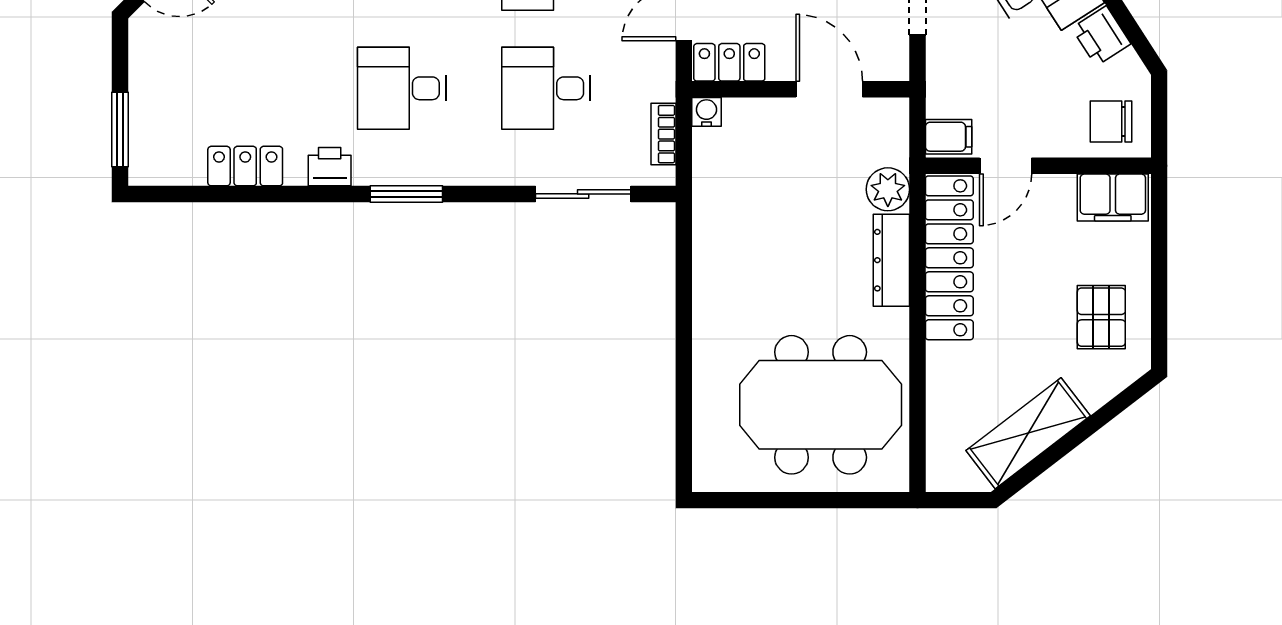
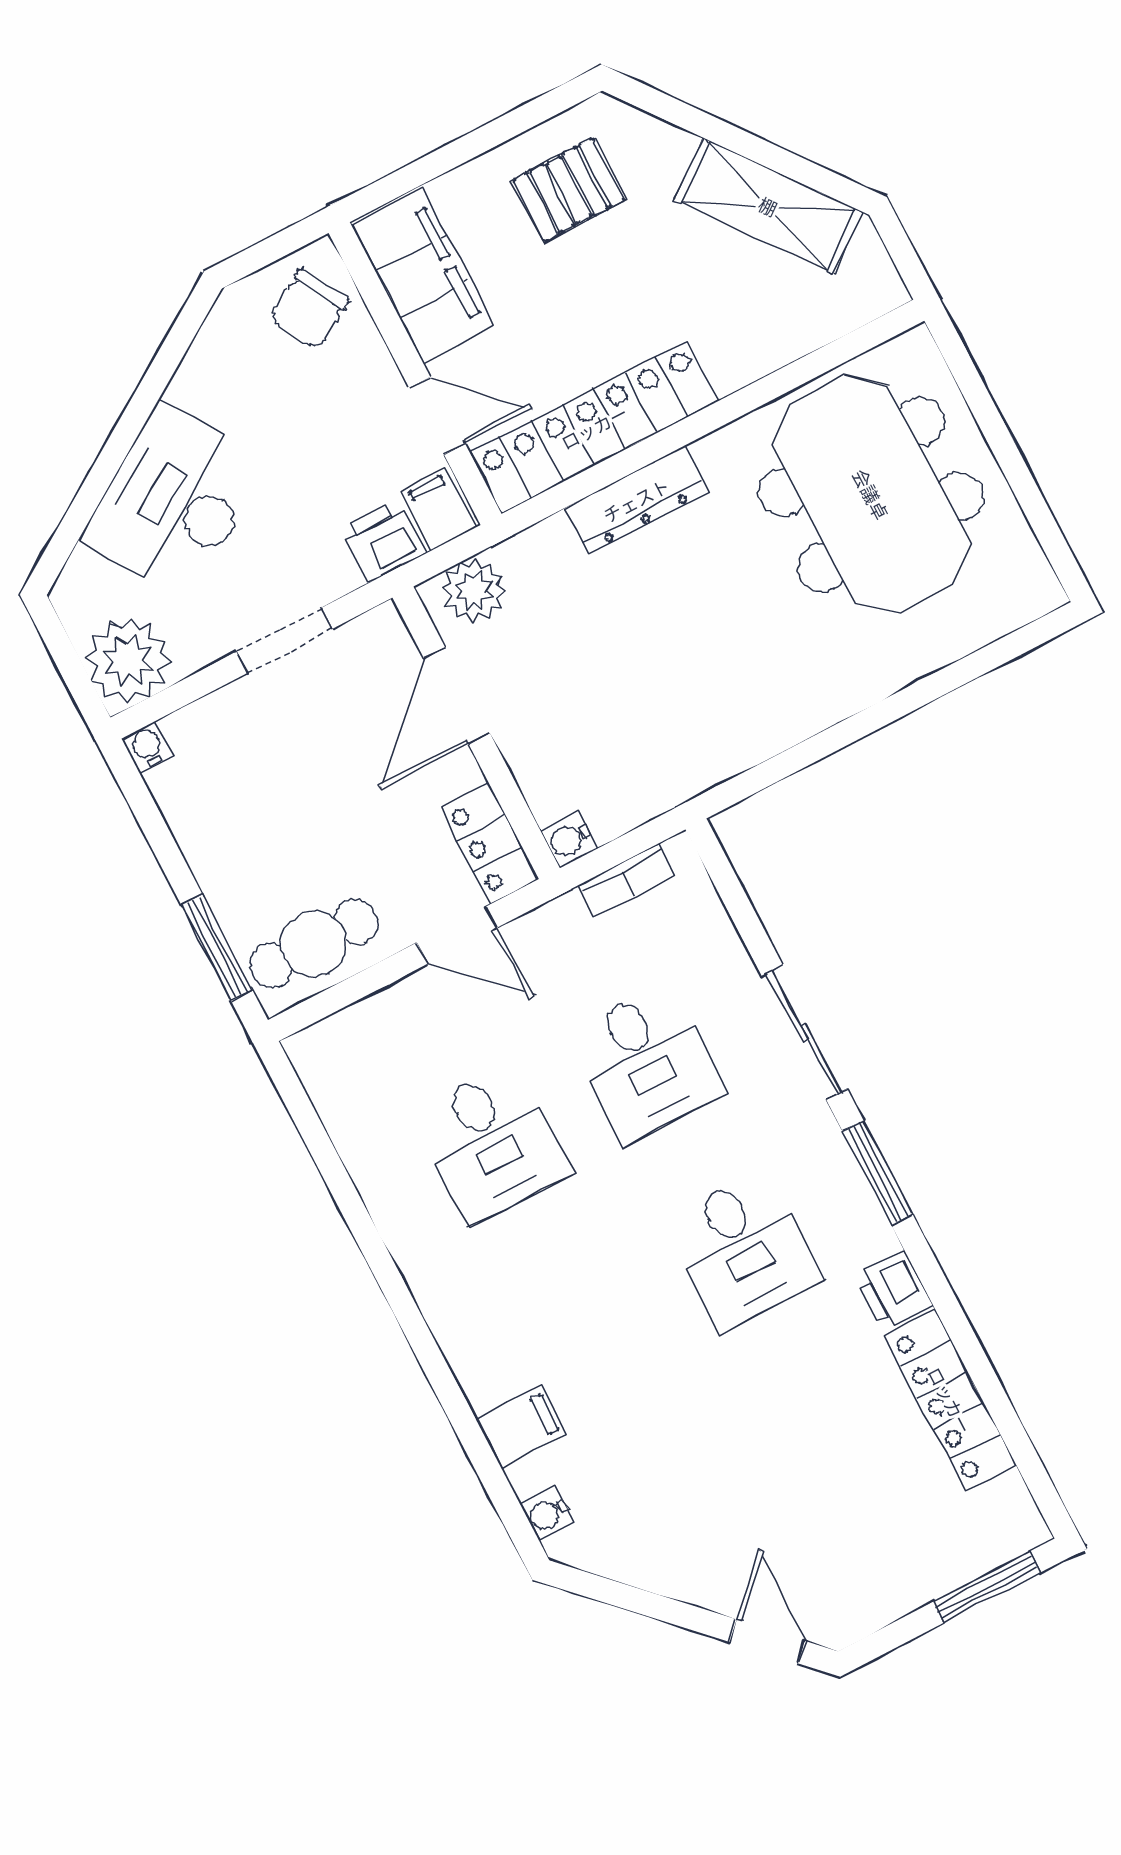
printer: (1101, 36) -> (383, 541), moved, turned -147
chair: (1111, 121) -> (309, 309), turned 61
locker: (245, 166) -> (950, 1400), width x1.53
plant: (888, 189) -> (474, 591), moved
sliding door: (583, 194) -> (804, 1032), moved
filing cabinet: (1113, 197) -> (423, 276), width x1.50, depth x1.17

